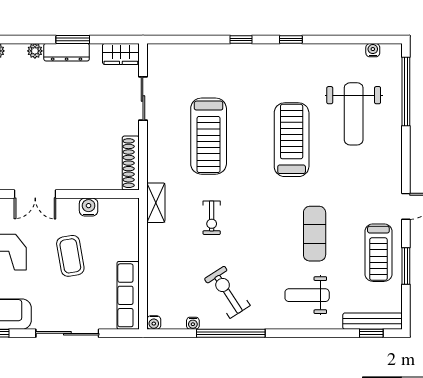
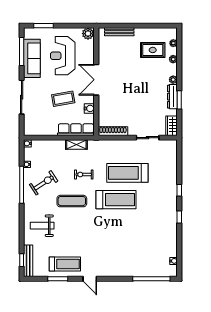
weight bench: (354, 114) -> (139, 251), removed
treadmill: (292, 140) -> (116, 200), moved
double door: (35, 194) -> (96, 80), width x1.37
shelving: (156, 203) -> (76, 145), moved
exercise mat: (315, 234) -> (72, 201), moved
treadmill: (378, 253) -> (65, 264), turned 180
row of seats: (128, 295) -> (76, 130), moved
weight bench: (307, 295) -> (42, 226), turned -90

